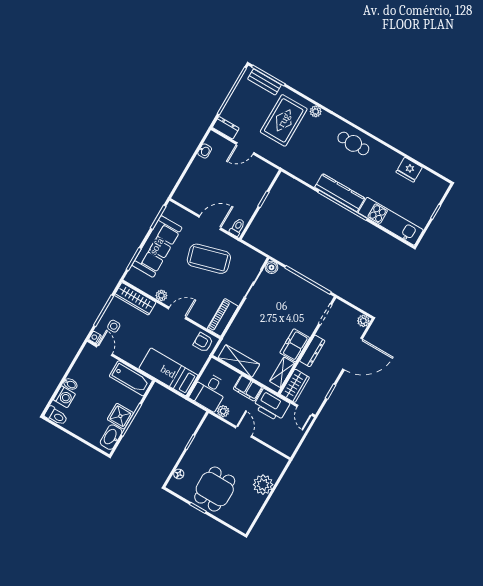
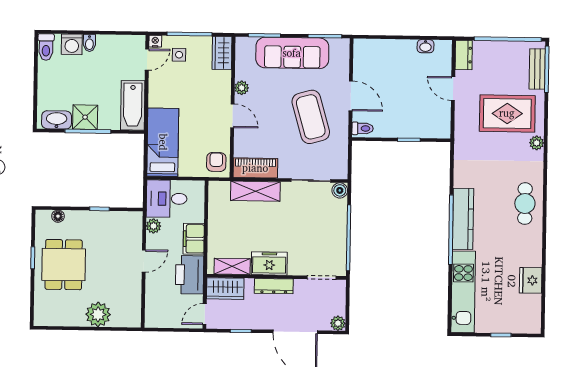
wardrobe: (135, 299) -> (222, 53), width x0.67
shelving: (239, 361) -> (255, 191), moved, turned 90
dining table: (215, 489) -> (64, 265), turned 90

